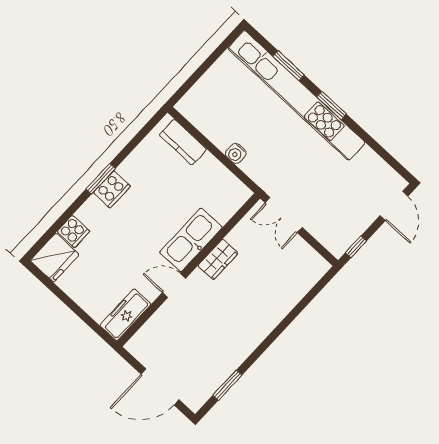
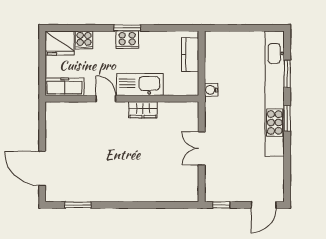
kitchen sink: (191, 240) -> (140, 84), moved
wardrobe: (218, 260) -> (143, 110), moved
wall: (188, 270) -> (122, 99), moved
door: (174, 285) -> (106, 99), moved
freezer: (125, 315) -> (65, 87), moved

